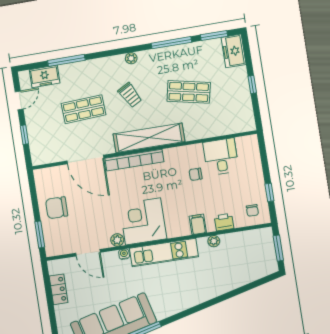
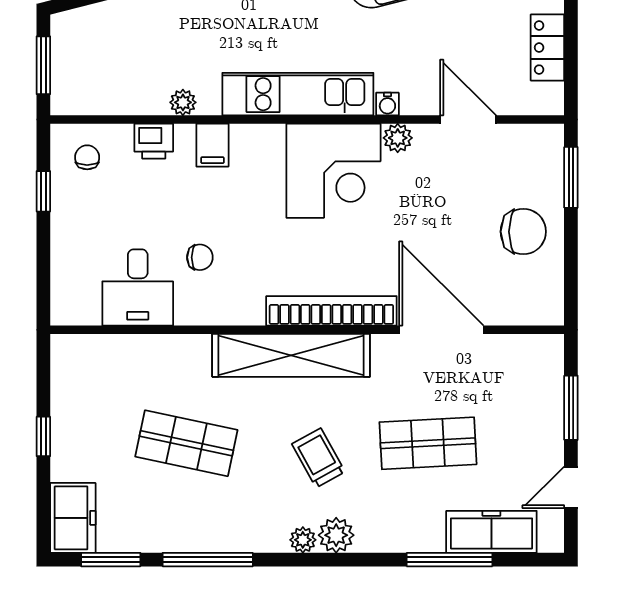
plant: (117, 63) -> (336, 535), added
freezer: (45, 76) -> (491, 532), width x1.40
window: (24, 135) -> (571, 408), width x1.50

